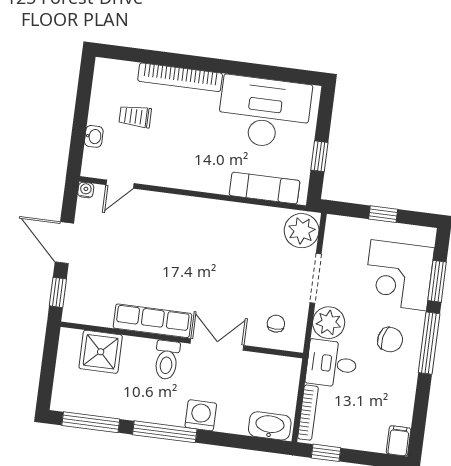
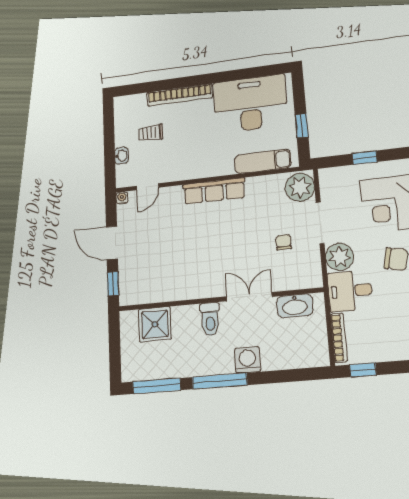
row of seats: (153, 321) -> (214, 191), moved, turned 180
chair: (276, 324) -> (284, 242), moved
washbasin: (270, 426) -> (295, 306), moved, turned 180

